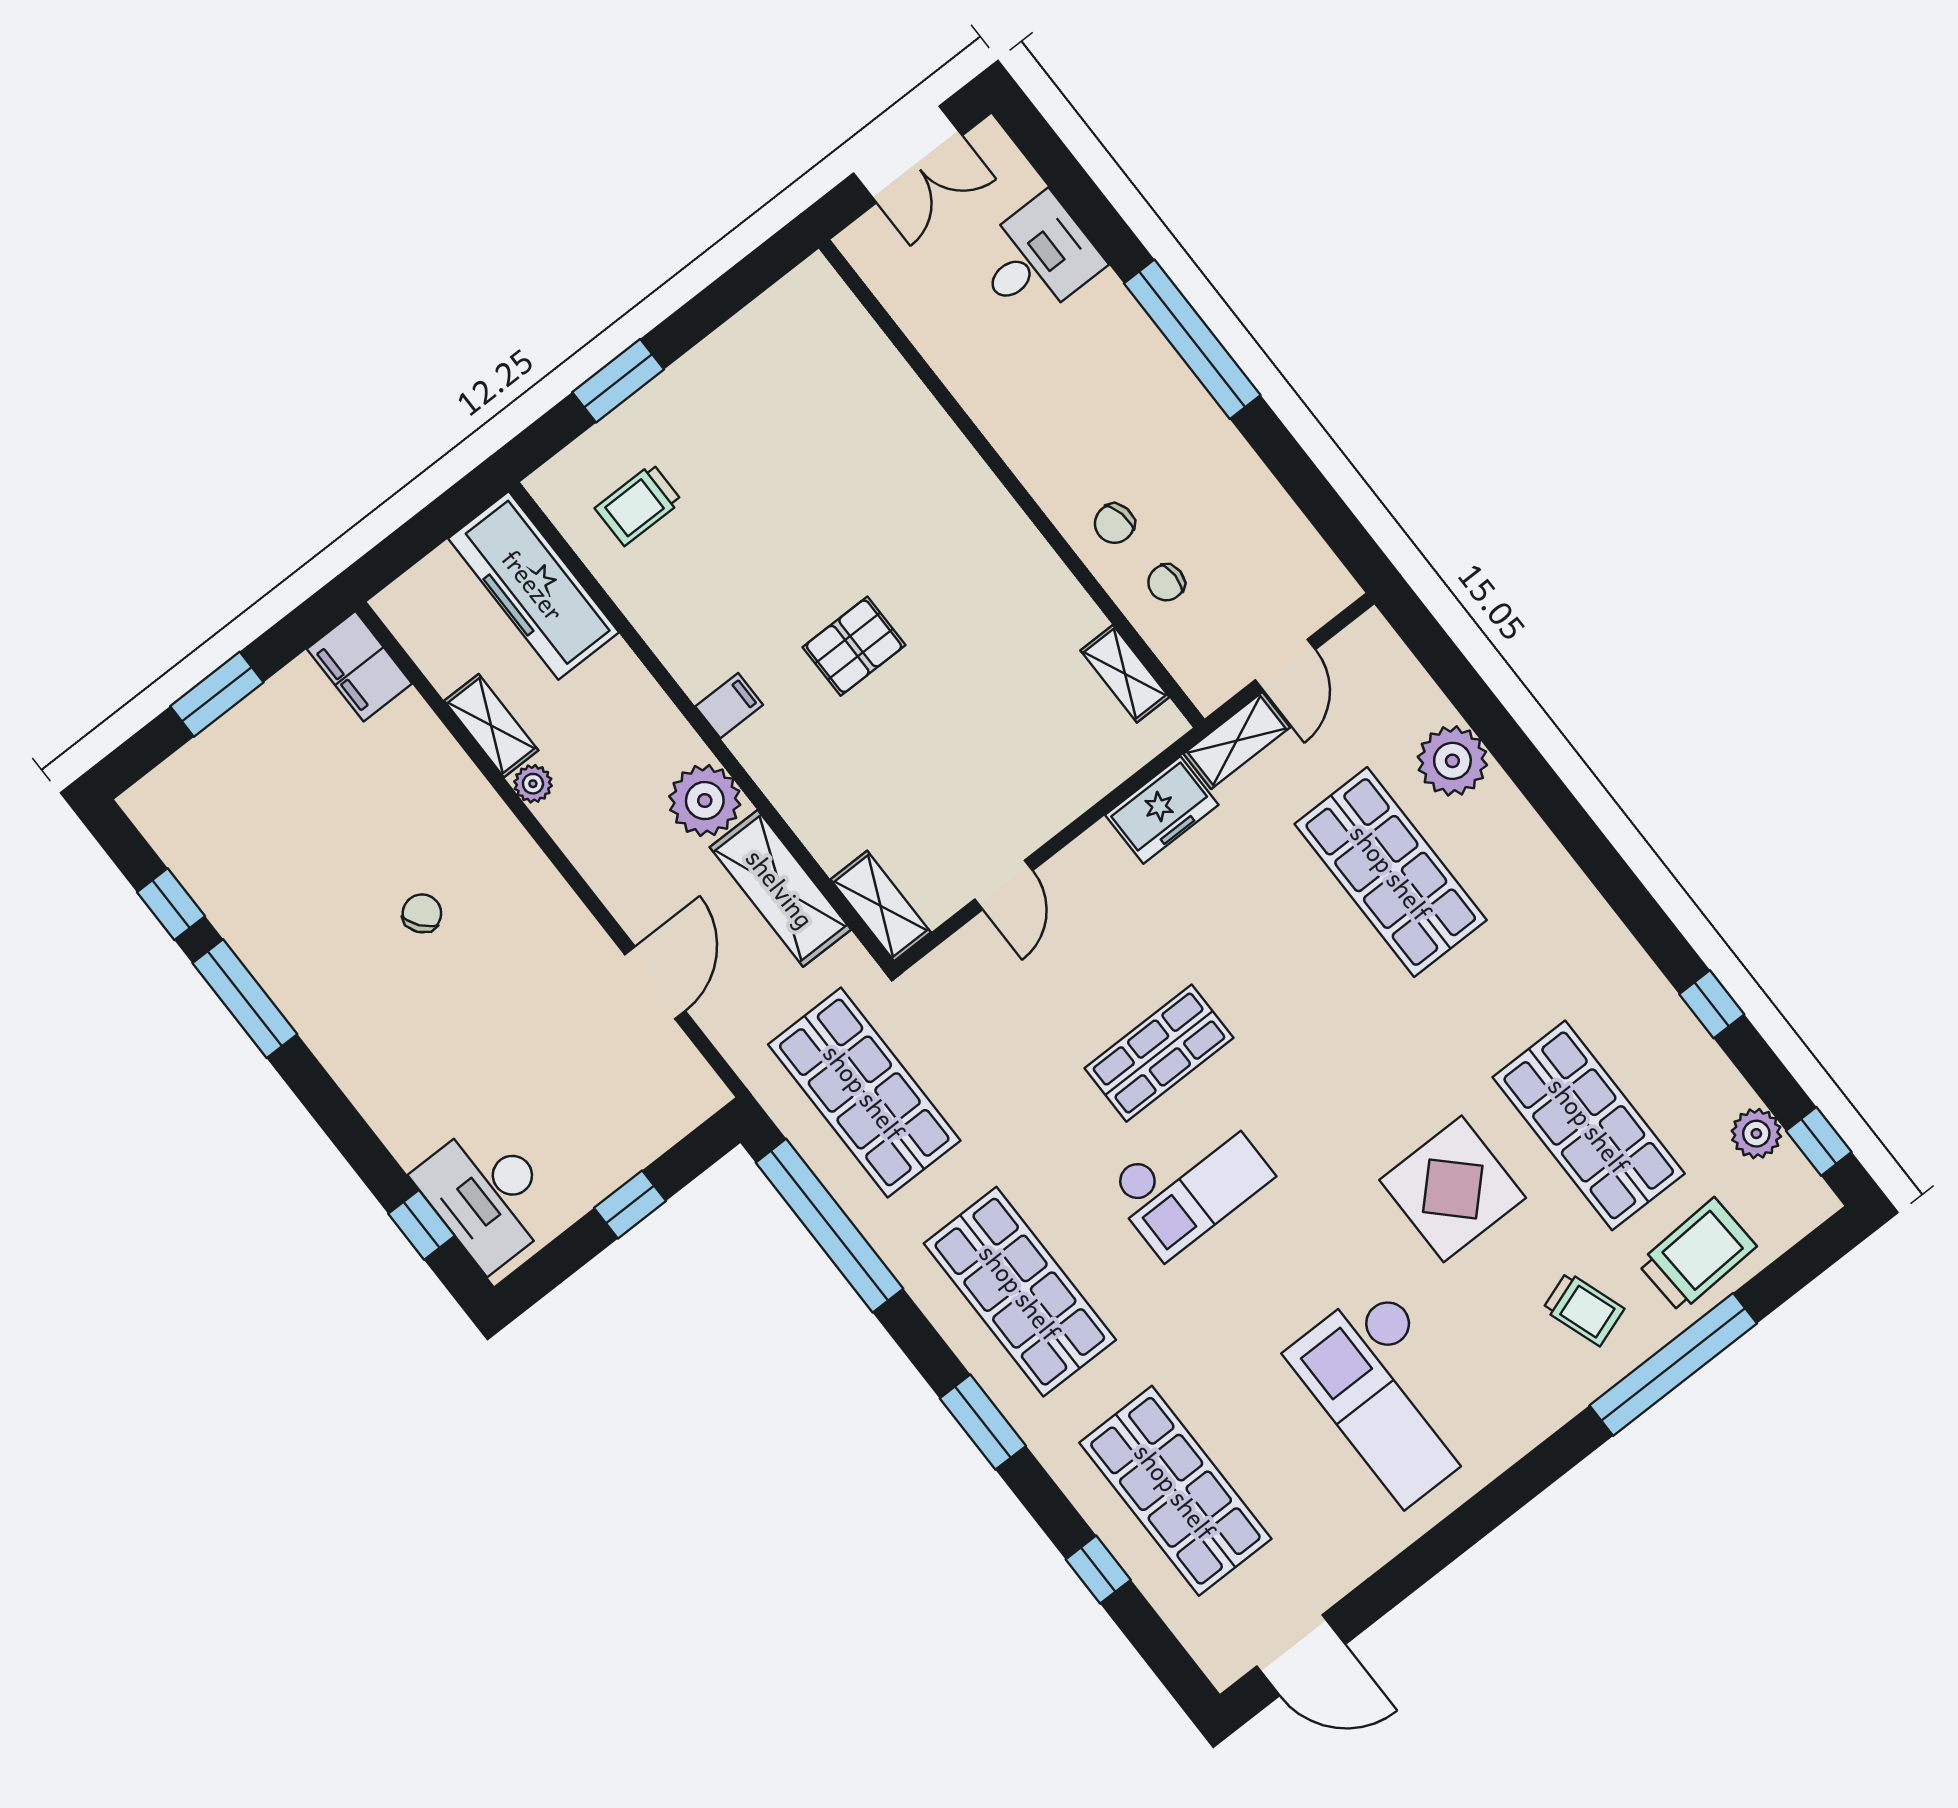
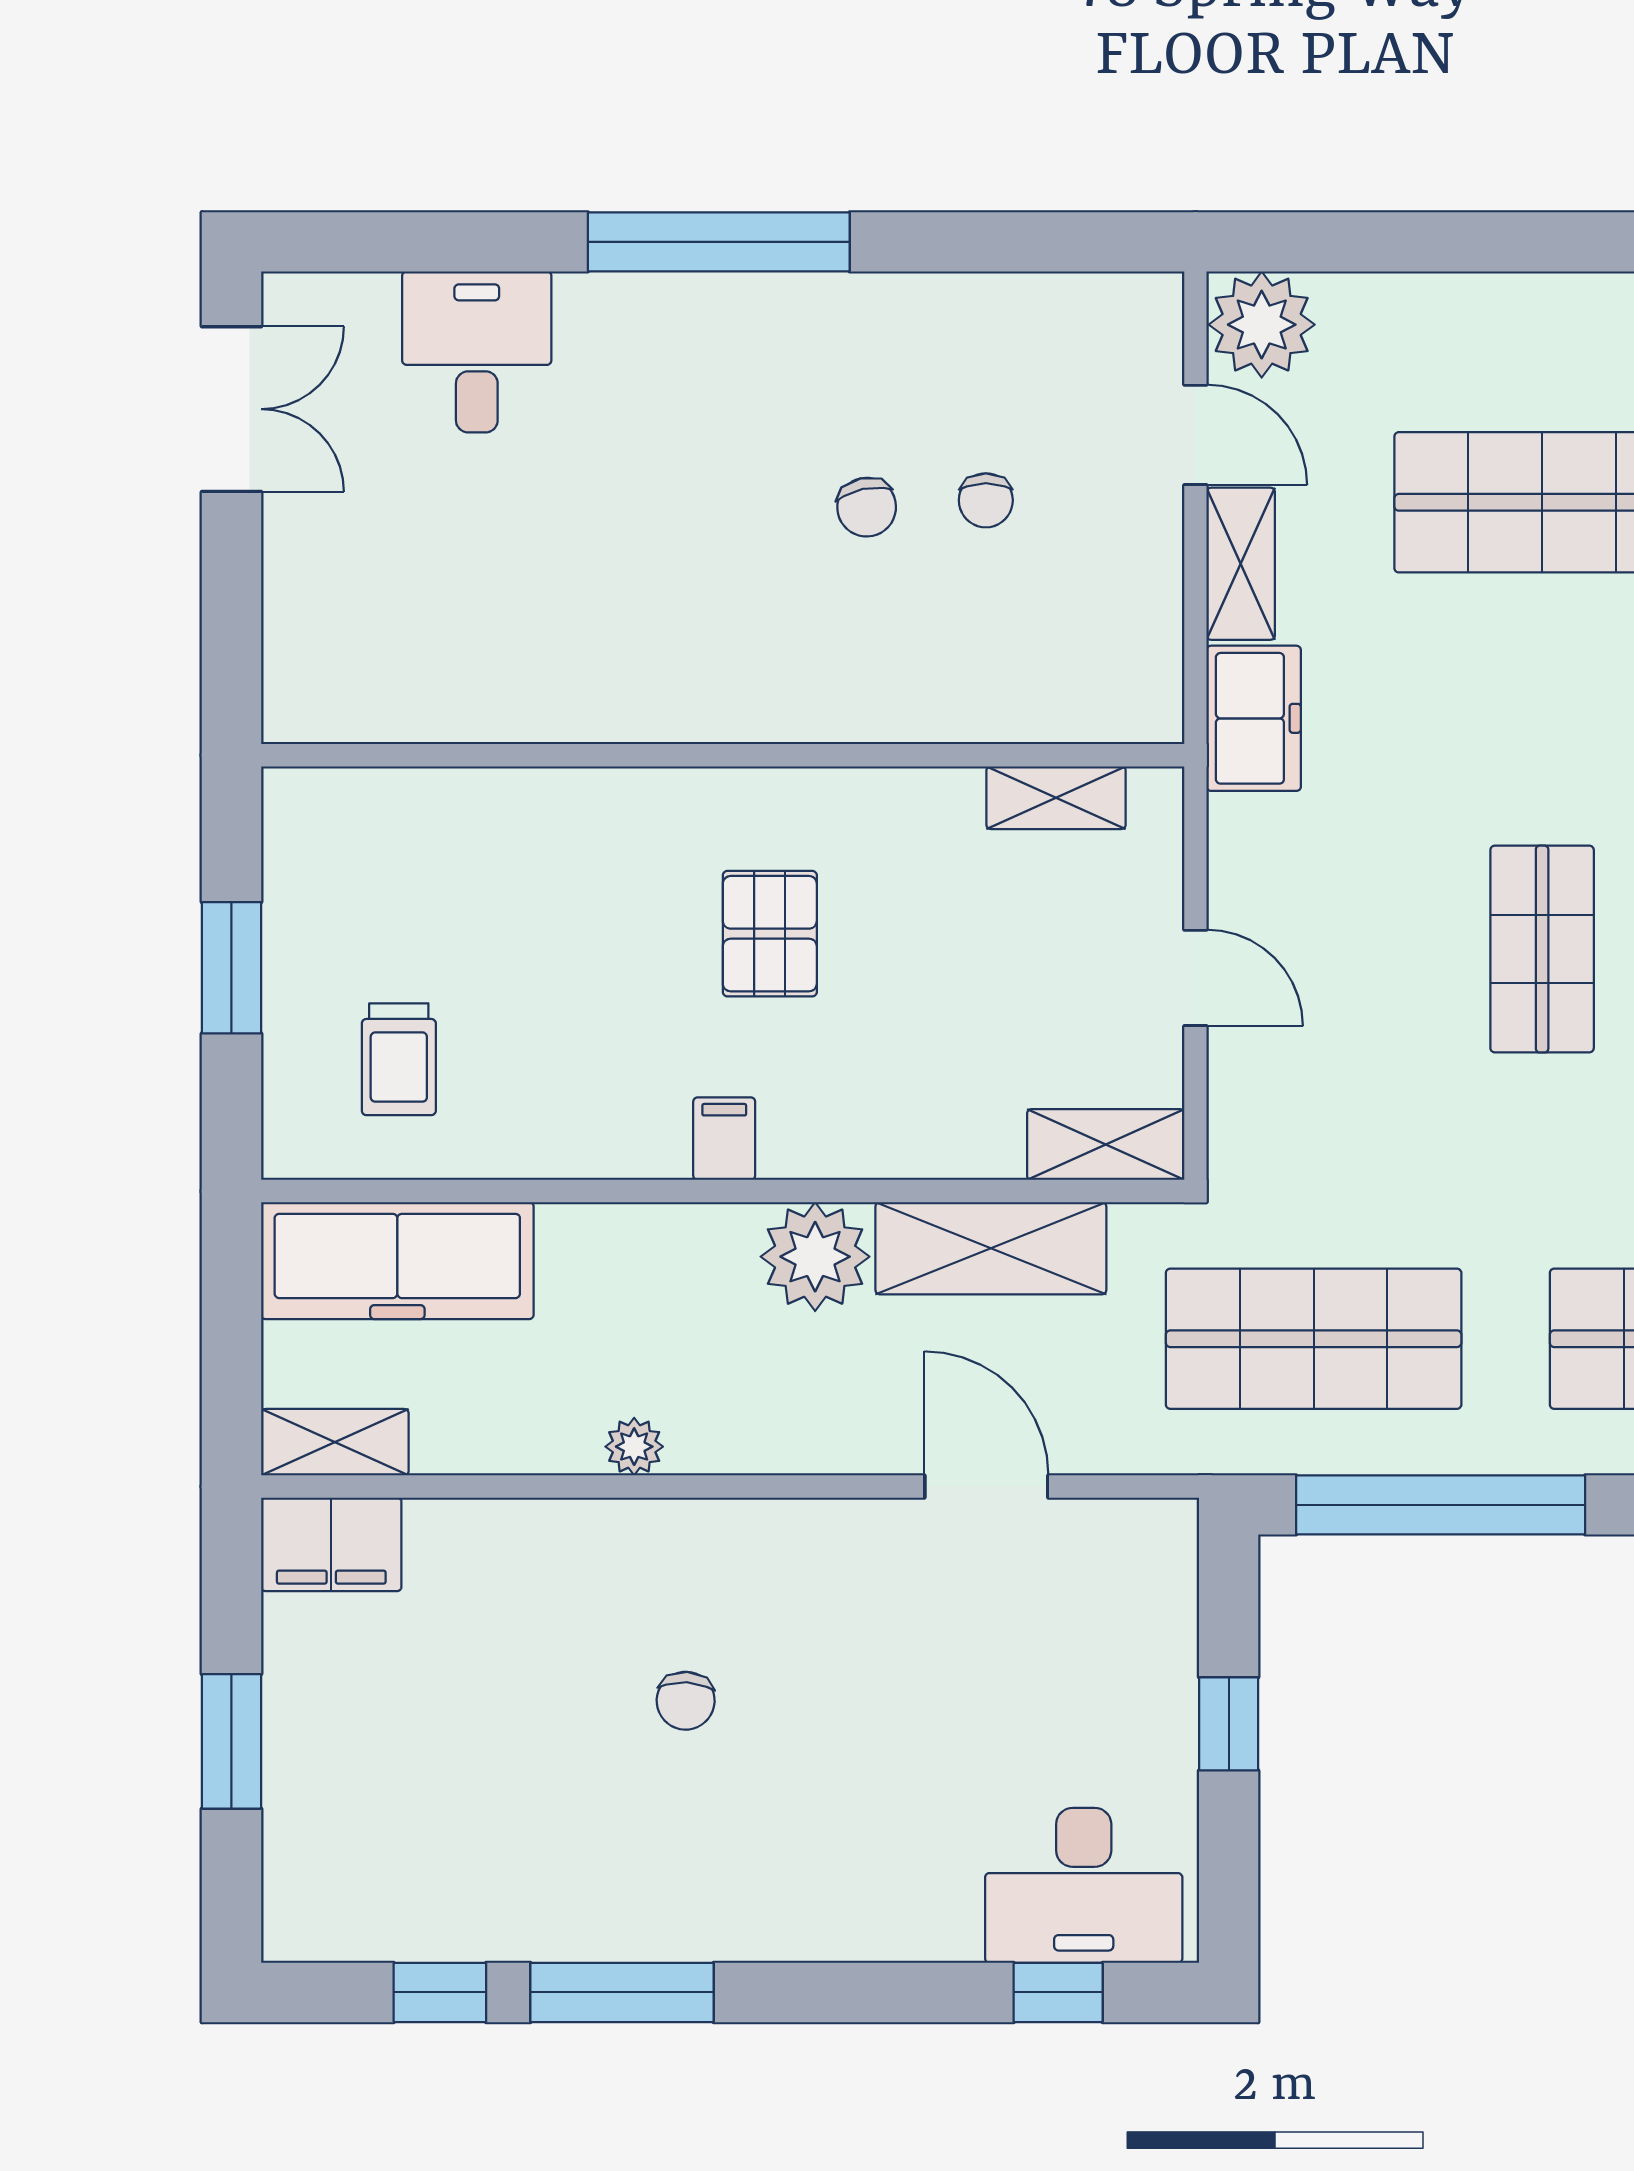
wall: (1012, 484) -> (723, 755), moved
shelving: (1125, 674) -> (1056, 798), moved
shelving: (491, 726) -> (335, 1442), moved
plant: (1452, 761) -> (1262, 325), moved
chair: (422, 913) -> (686, 1701), turned -139

